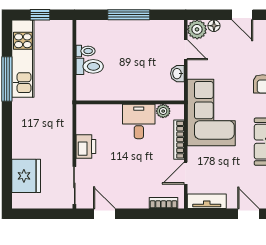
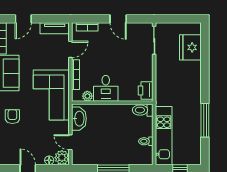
kitchen unit: (23, 59) -> (164, 136), moved, turned 180
toilet: (90, 66) -> (143, 110), moved
washbasin: (177, 74) -> (79, 119), width x1.91, depth x1.45
printer: (86, 146) -> (146, 90), moved
door: (104, 214) -> (118, 19), moved
door: (248, 214) -> (23, 19), hinge flipped

